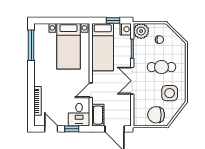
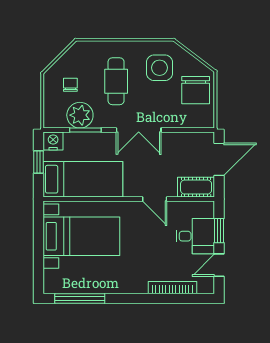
plant: (141, 31) -> (80, 115), moved
desk: (79, 115) -> (195, 236), moved

